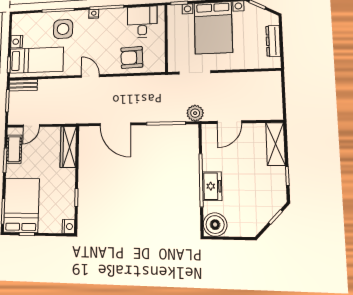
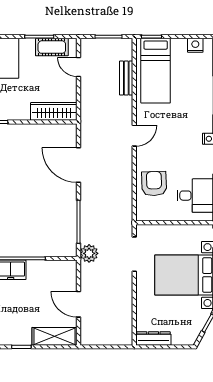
side table: (63, 29) -> (192, 102), removed
dresser: (273, 41) -> (153, 338), moved
nightstand: (17, 42) -> (195, 45), moved
bench: (23, 85) -> (126, 78), moved
door: (229, 122) -> (78, 304), moved
door: (115, 124) -> (78, 165), hinge flipped

